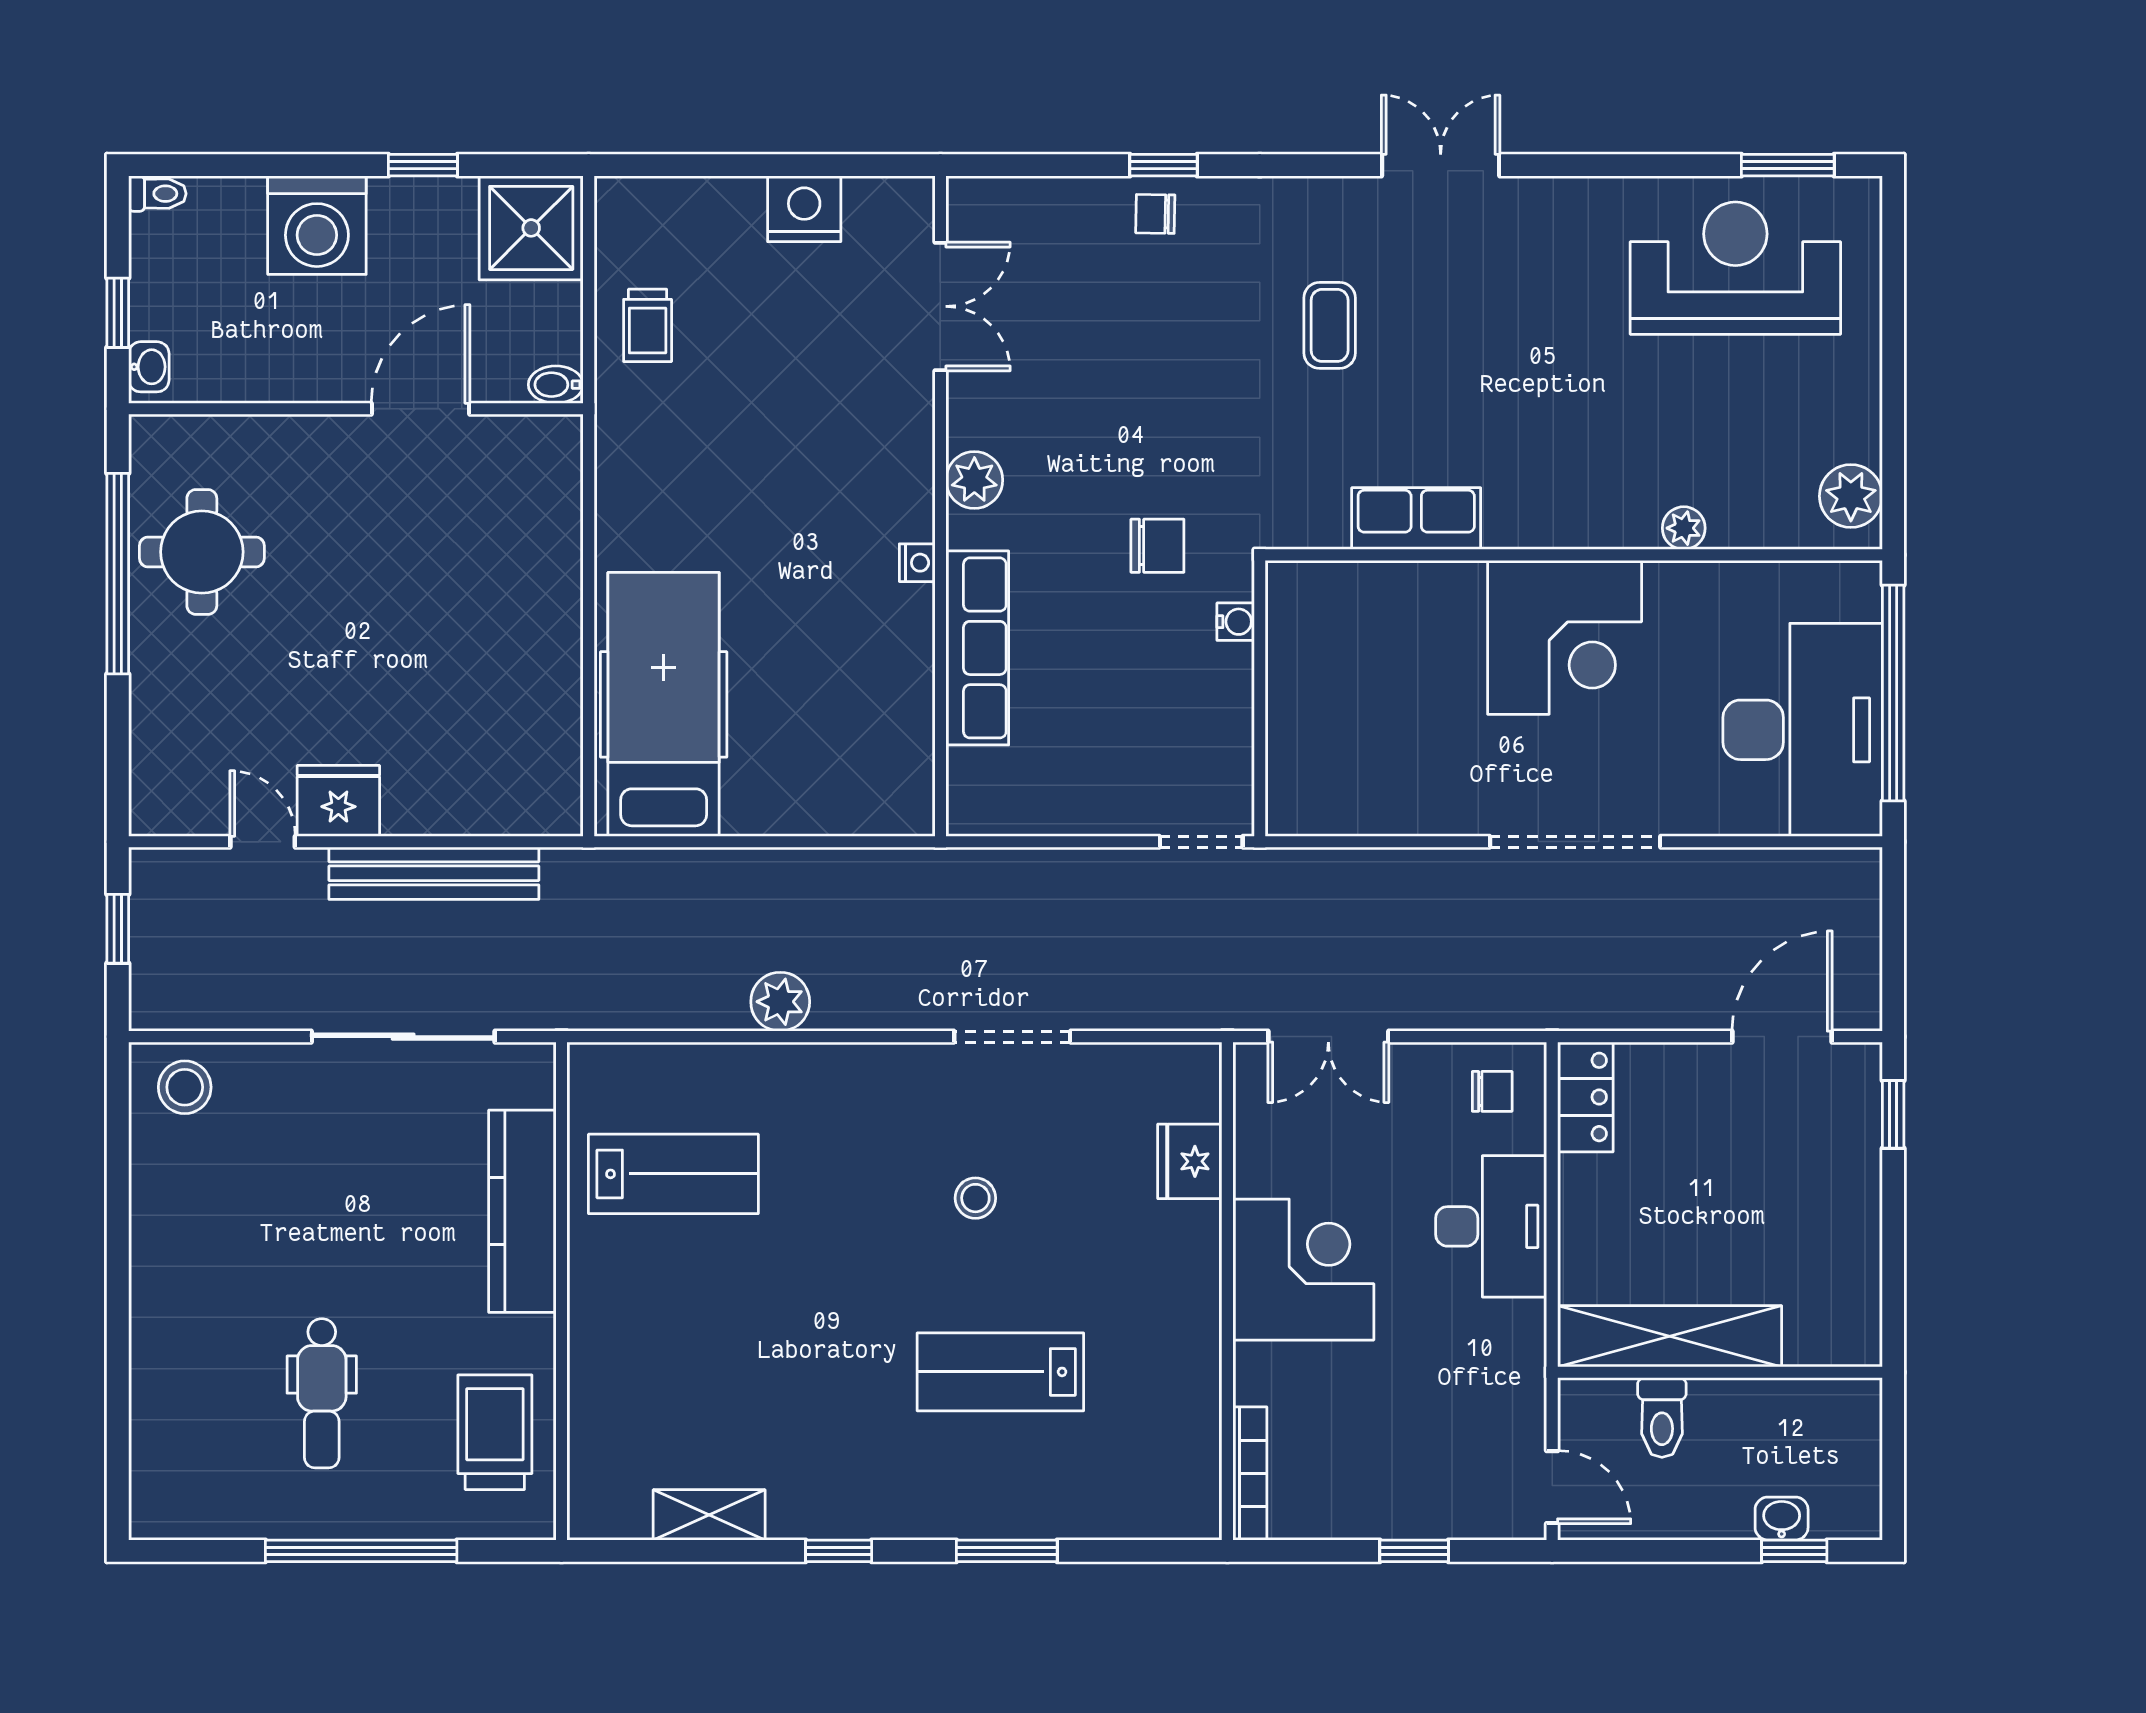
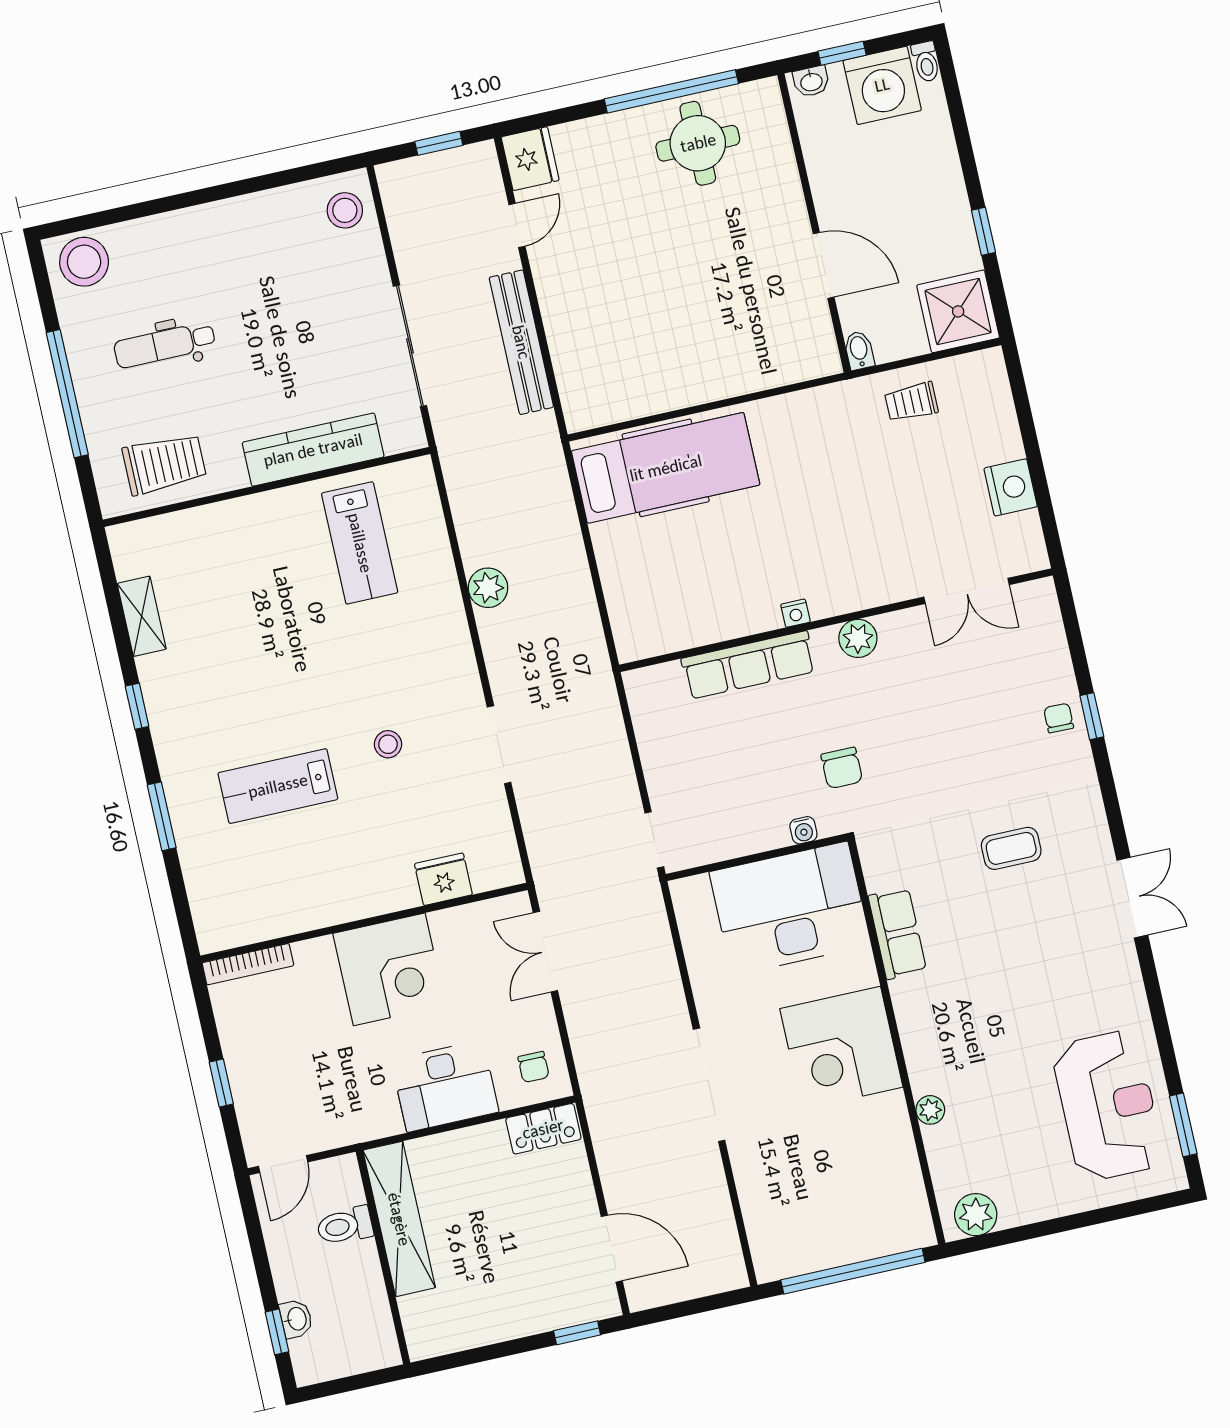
washing machine: (317, 225) -> (882, 85), moved, turned -90
desk: (1803, 730) -> (790, 908), moved, turned 180
fridge: (338, 801) -> (530, 159), moved
lab bench: (1000, 1372) -> (278, 786), turned -90
stool: (175, 1483) -> (84, 262), added

